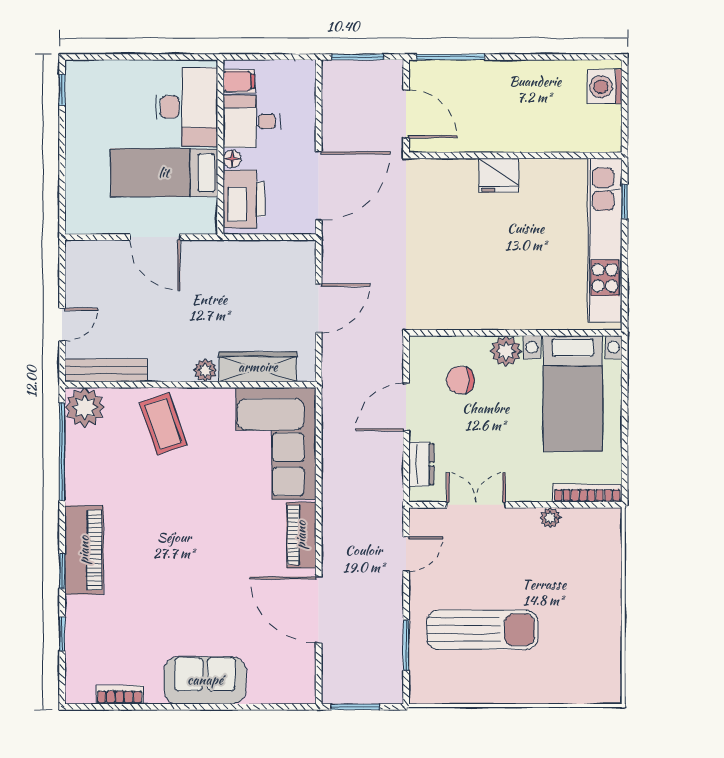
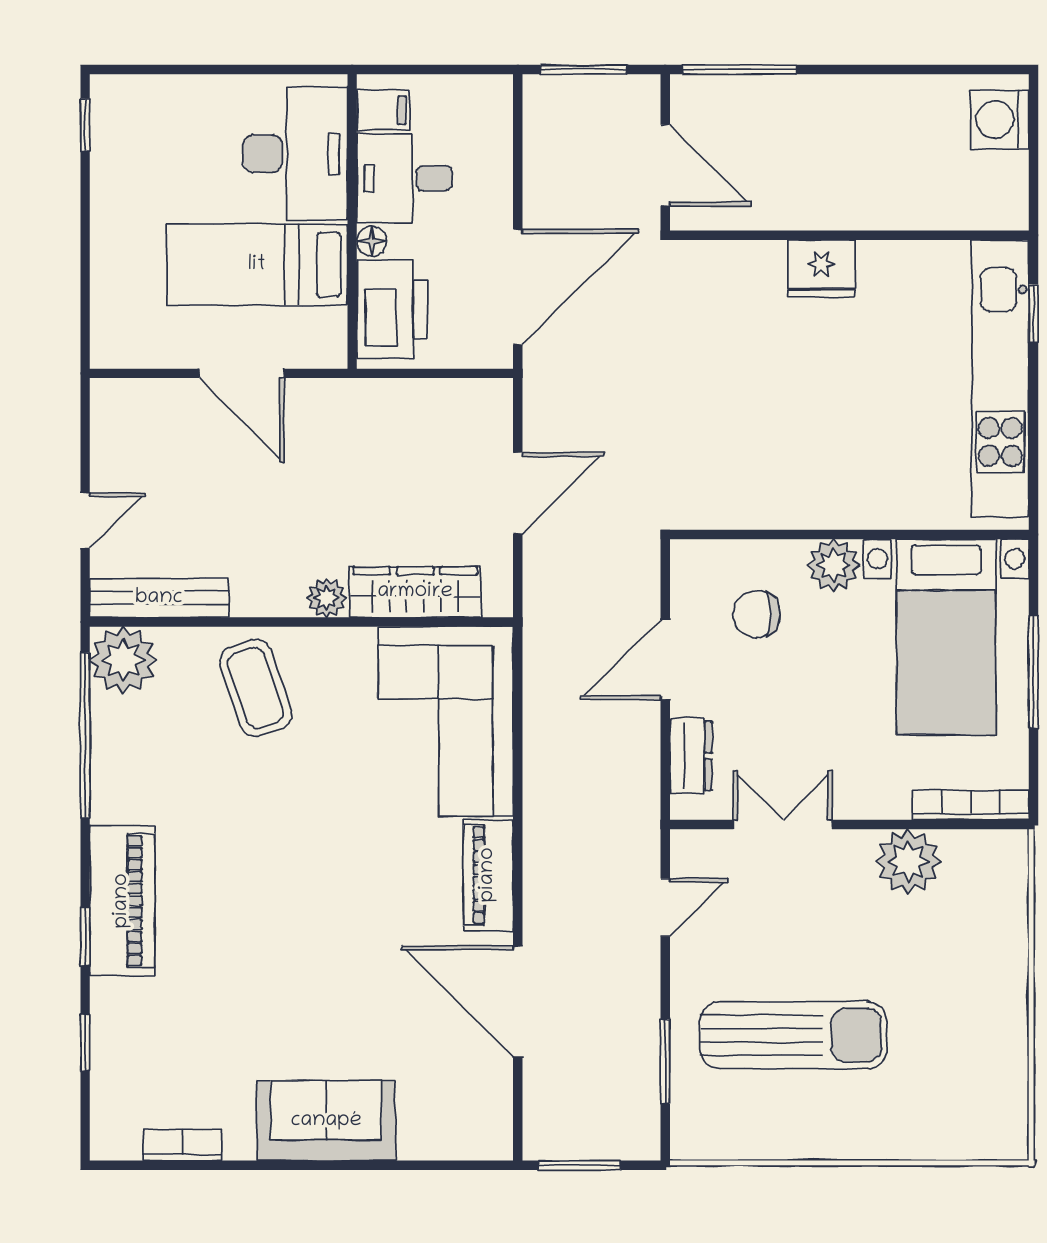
window: (625, 414) -> (1033, 672), added
plant: (550, 518) -> (908, 861), width x1.88, depth x1.88

